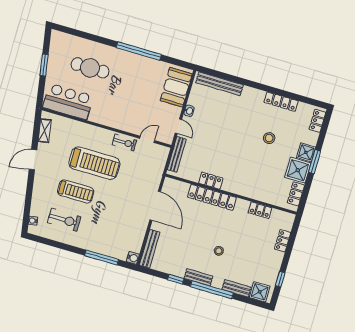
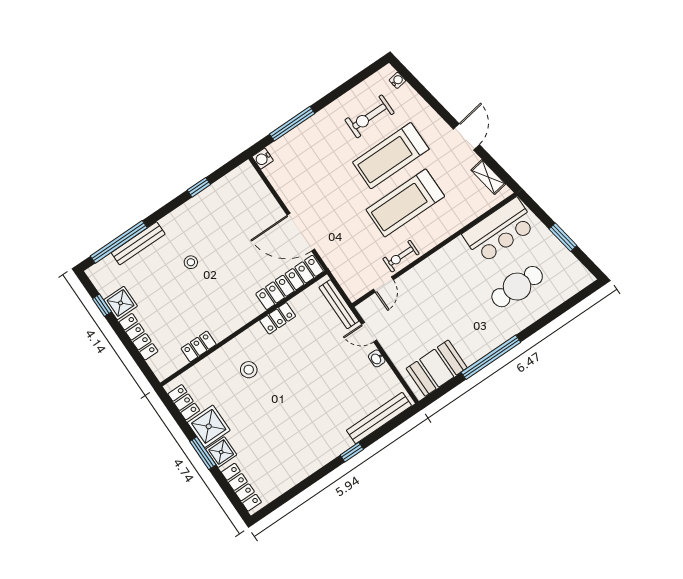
window: (249, 83) -> (352, 452), added
booth: (176, 87) -> (437, 368), moved, turned 90
locker: (281, 102) -> (302, 471), removed
locker: (317, 121) -> (241, 487), width x1.53
stool: (269, 138) -> (249, 370), moved
treadmill: (76, 191) -> (391, 156), width x1.37, depth x1.38
locker: (212, 197) -> (290, 282), moved
locker: (283, 241) -> (138, 337), width x1.53
bench: (150, 249) -> (257, 186), removed
bench: (198, 277) -> (180, 215), removed
bench: (237, 288) -> (138, 243), width x1.36
window: (212, 290) -> (119, 242), moved
shower: (260, 292) -> (121, 303), moved

